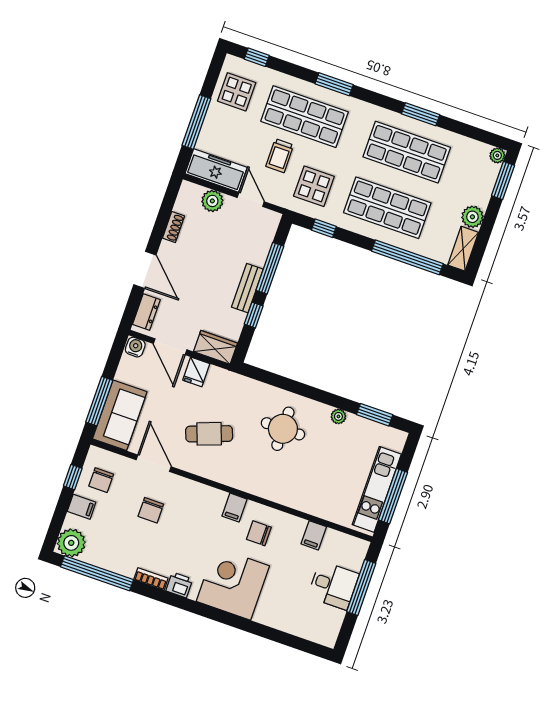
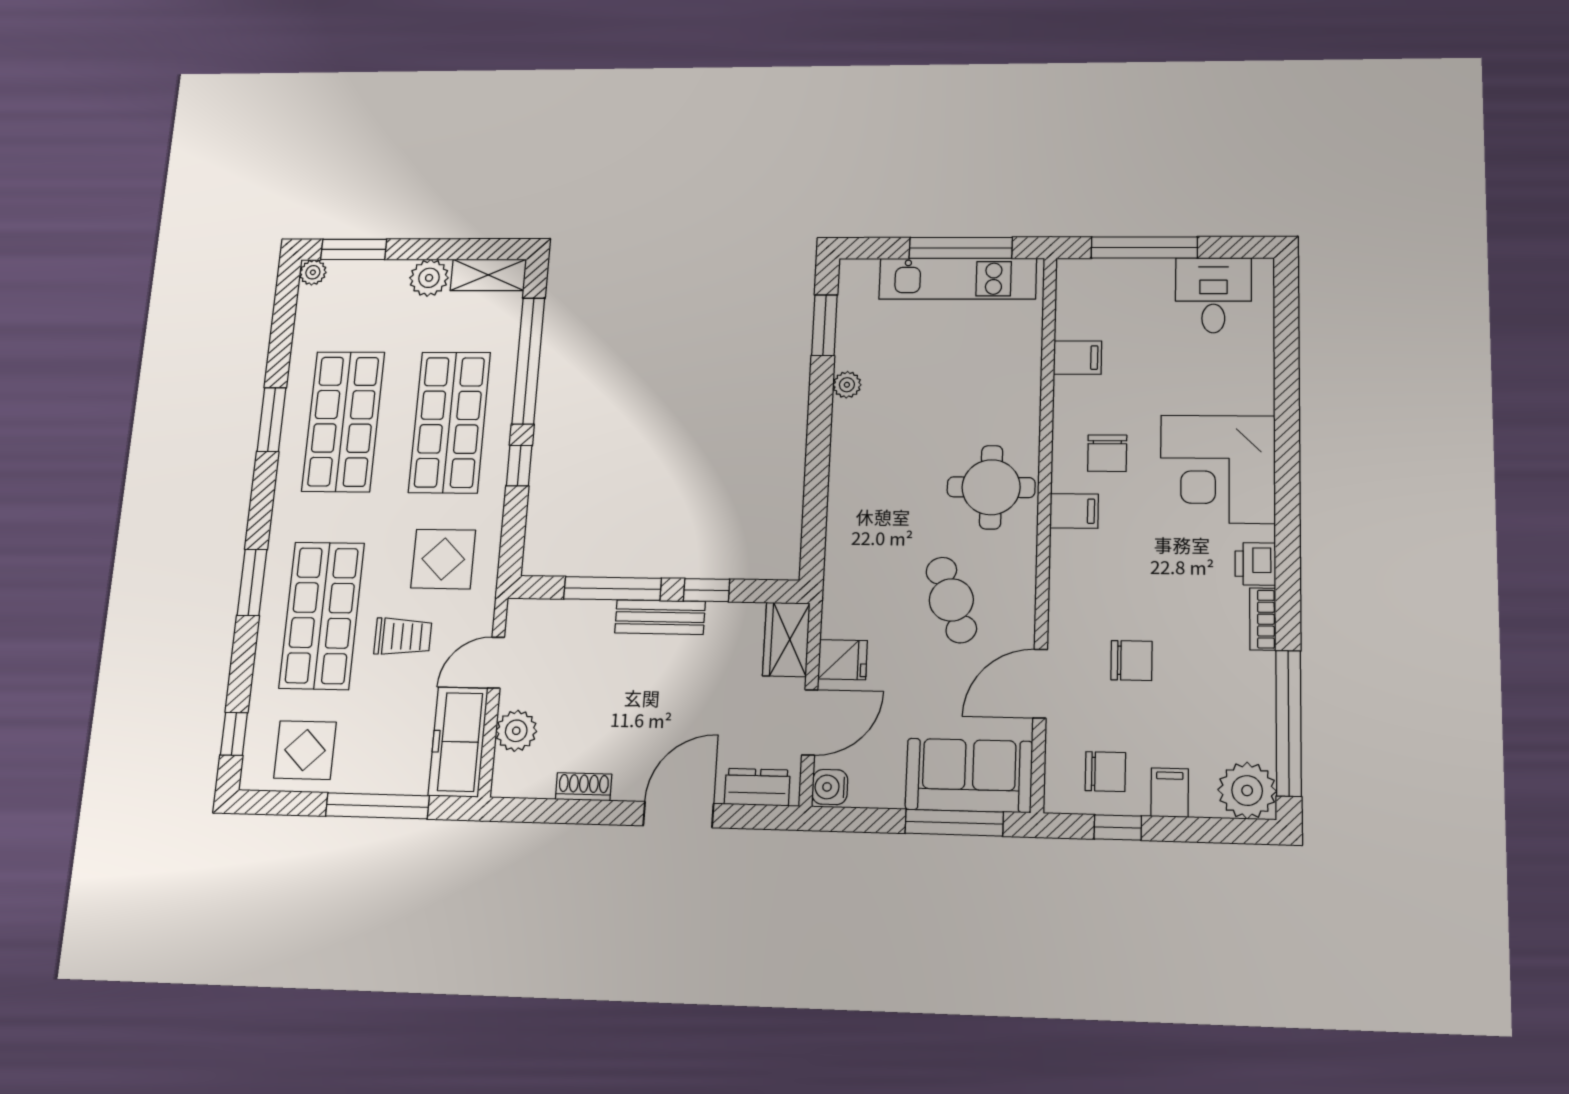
window: (324, 228) -> (519, 466), moved
round table: (283, 429) -> (991, 487), moved
desk: (333, 585) -> (1213, 295), moved

